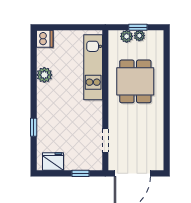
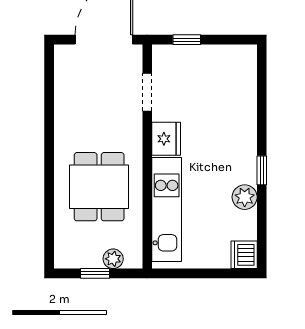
plant: (139, 36) -> (93, 260), removed
window: (34, 127) -> (262, 170), moved
fridge: (53, 161) -> (166, 139), moved, turned -90

